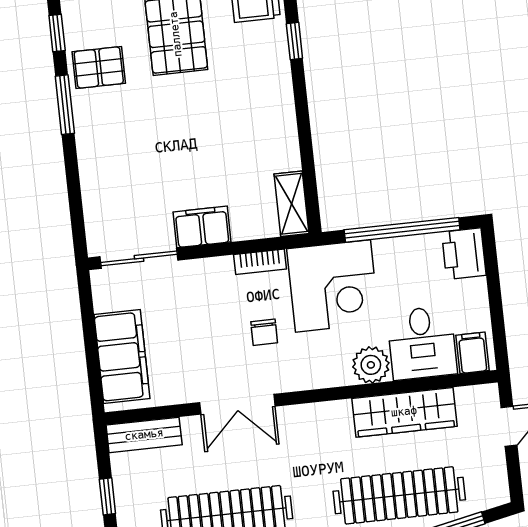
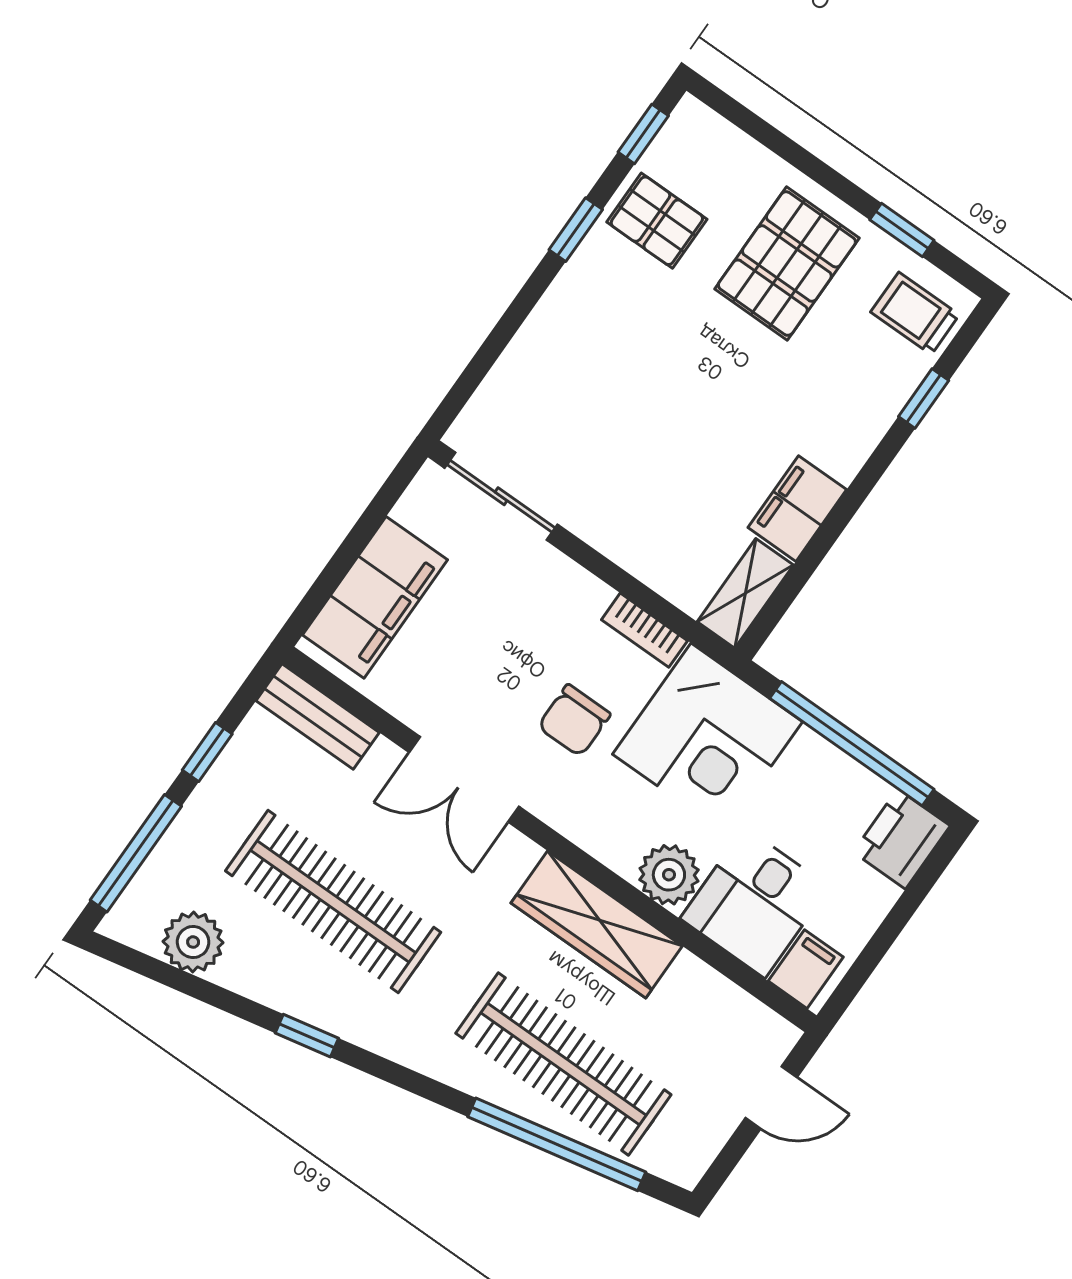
window: (65, 105) -> (576, 230), width x0.67
filing cabinet: (202, 227) -> (797, 509), moved, turned -90
chair: (264, 332) -> (574, 720), width x1.37, depth x1.37
wardrobe: (404, 412) -> (597, 924), moved

